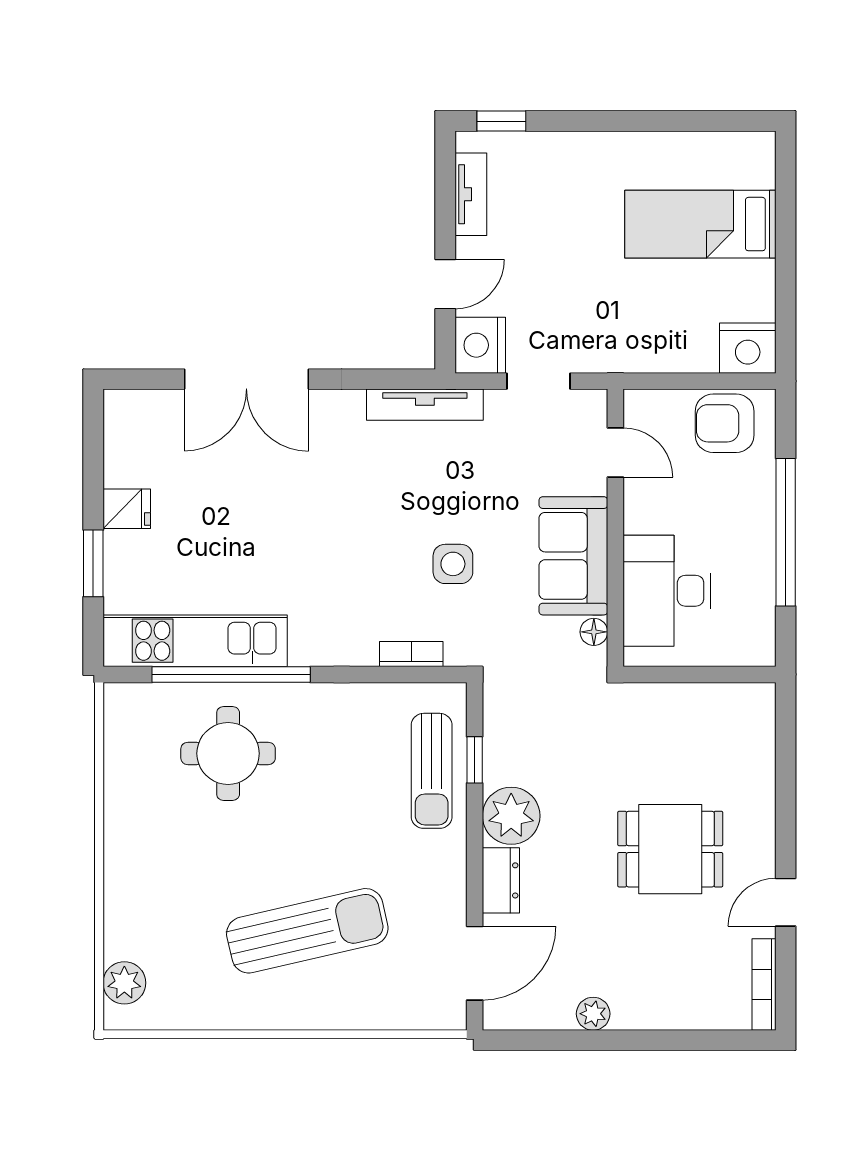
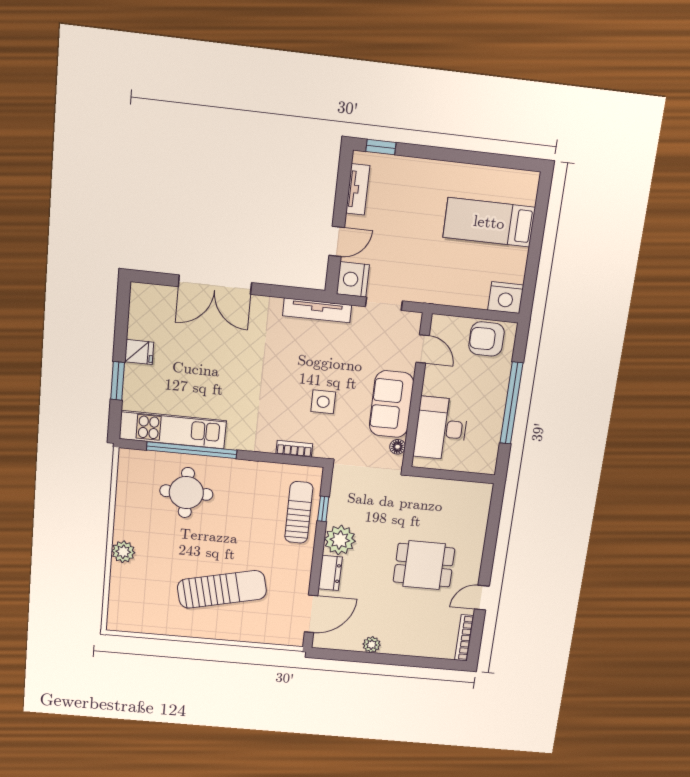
sun lounger: (432, 771) -> (299, 512), turned 180
plant: (124, 983) -> (123, 552), moved

